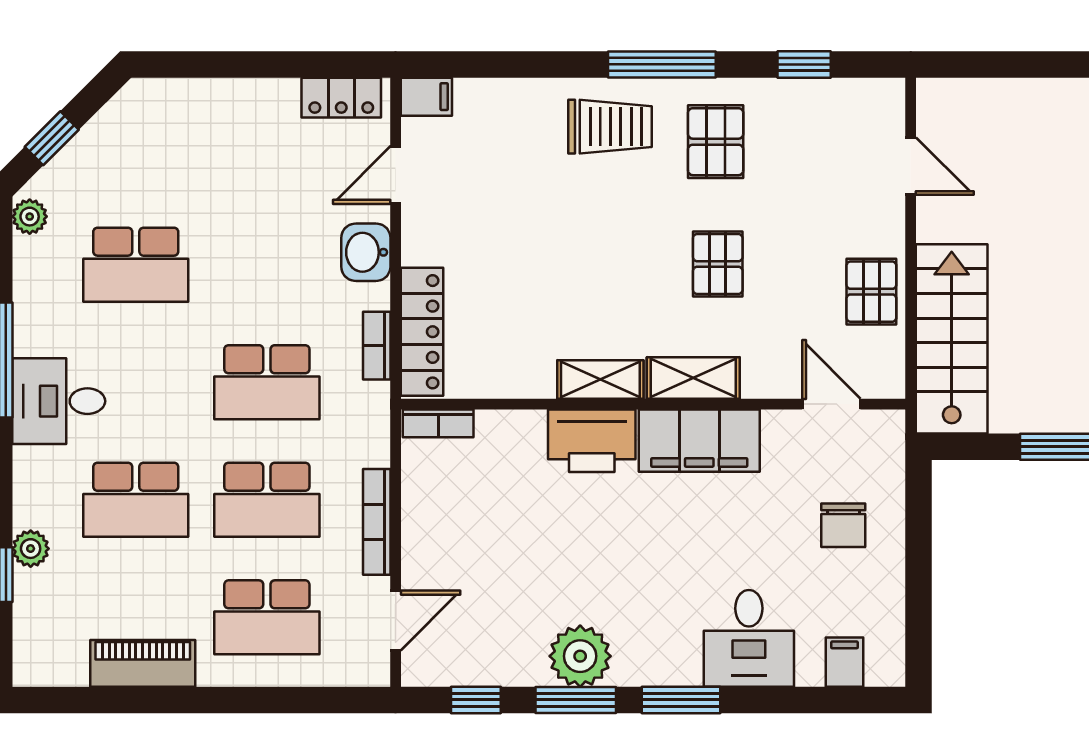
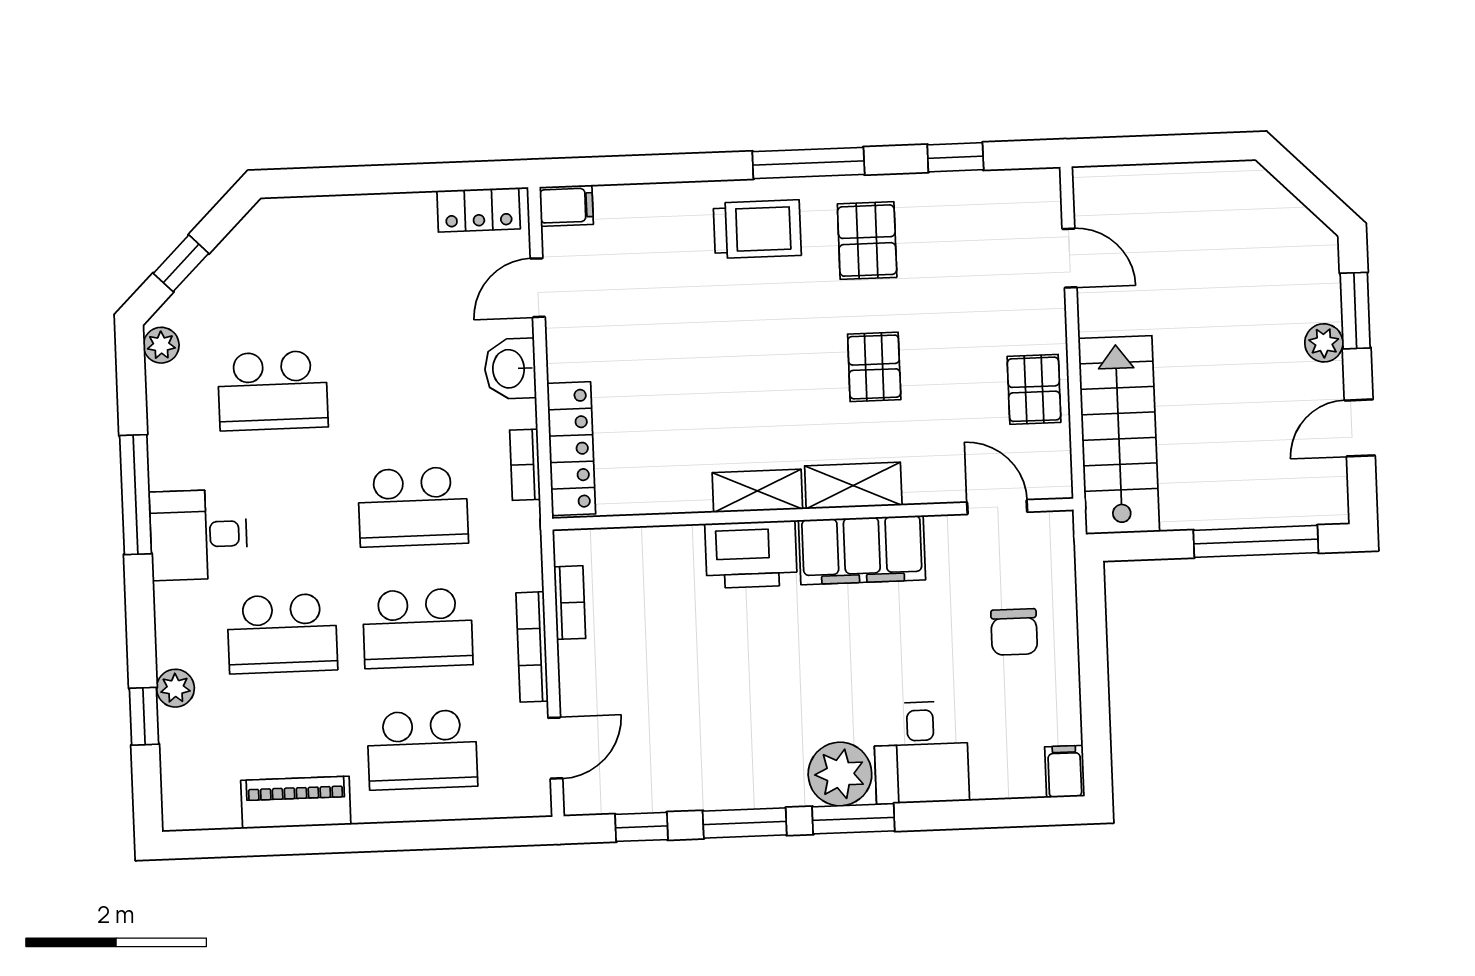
bookcase: (438, 423) -> (570, 603), moved, turned -90
plant: (580, 656) -> (840, 774), moved
filing cabinet: (844, 662) -> (1065, 772), moved

